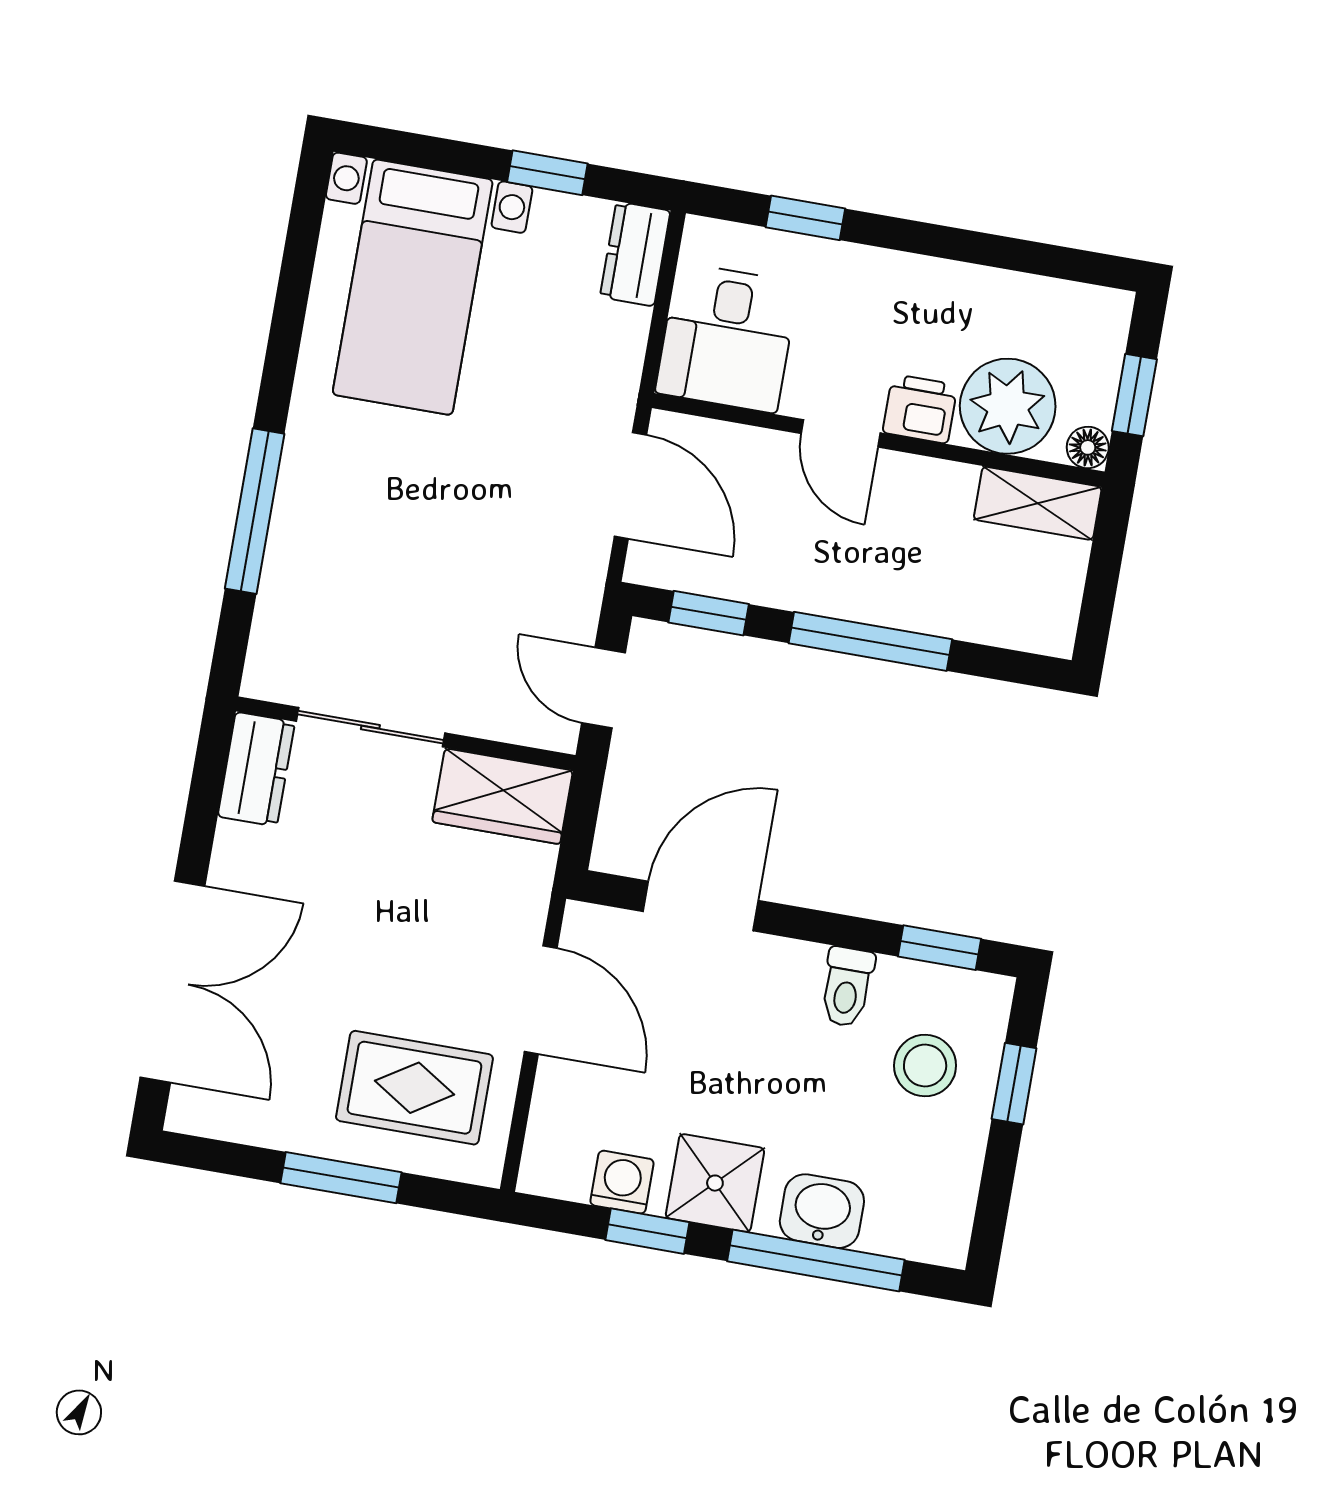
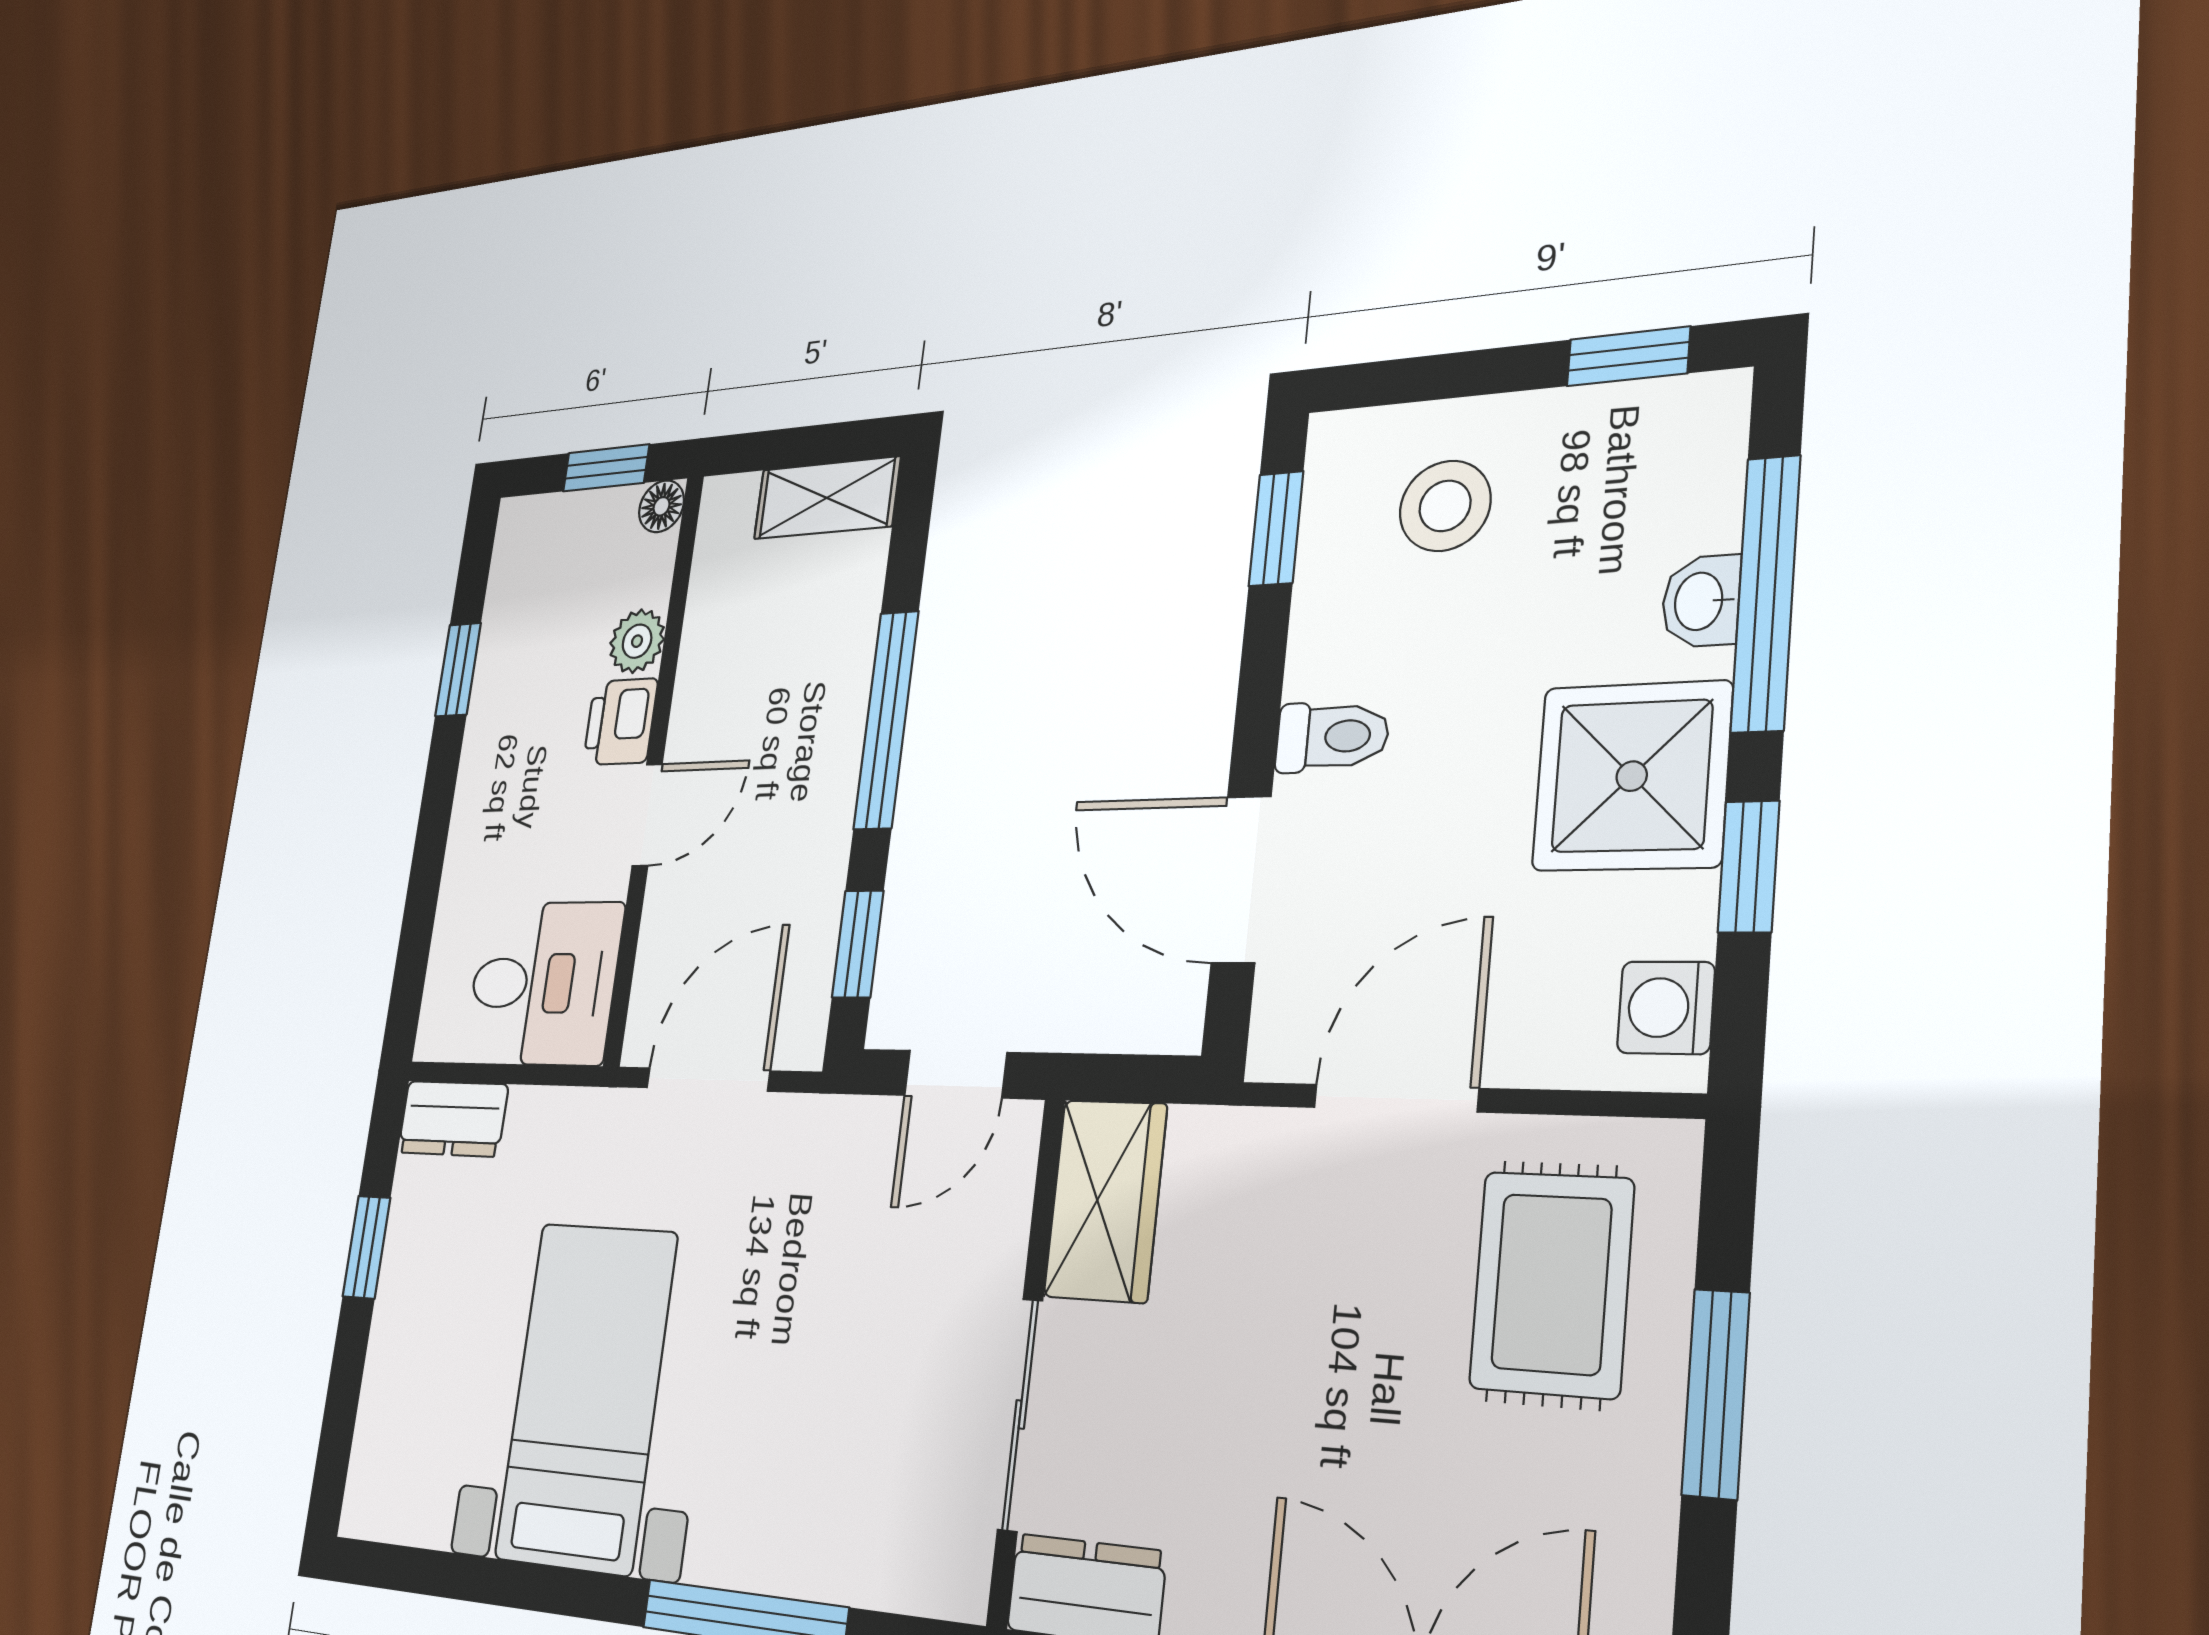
window: (805, 218) -> (458, 670), moved
bed with nightstands: (413, 287) -> (586, 1396), moved, turned -90
plant: (1008, 406) -> (637, 641), width x0.53, depth x0.53
shelving: (1038, 503) -> (827, 498), moved, turned 90
toilet: (847, 987) -> (1332, 737), moved
window: (1014, 1084) -> (1628, 356), moved
washing machine: (622, 1182) -> (1666, 1008), moved
shower: (715, 1183) -> (1632, 776), width x1.36, depth x1.36
washbasin: (822, 1211) -> (1701, 601), width x0.72, depth x0.69

